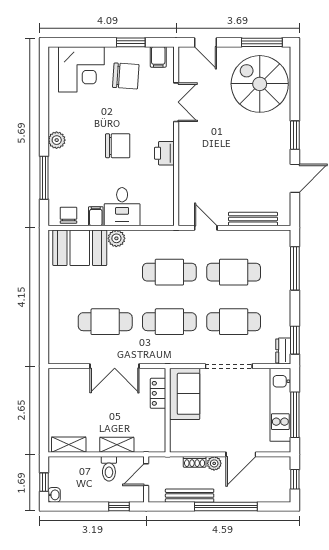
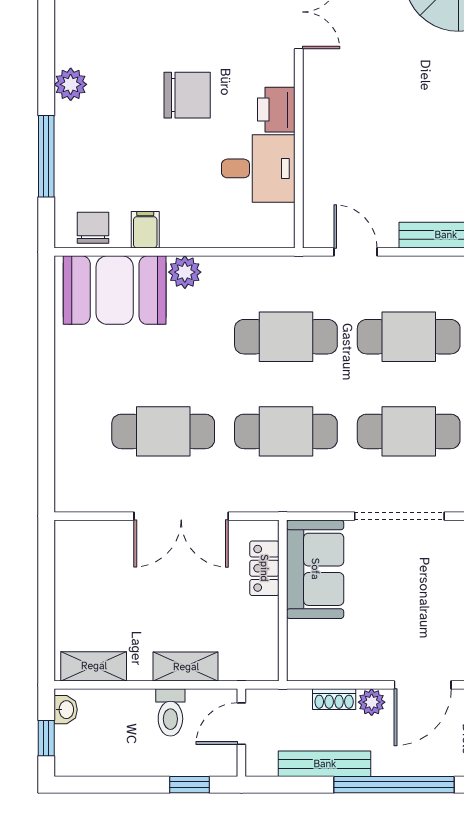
desk: (122, 207) -> (258, 168), moved, turned -90
washbasin: (54, 495) -> (66, 710), moved

